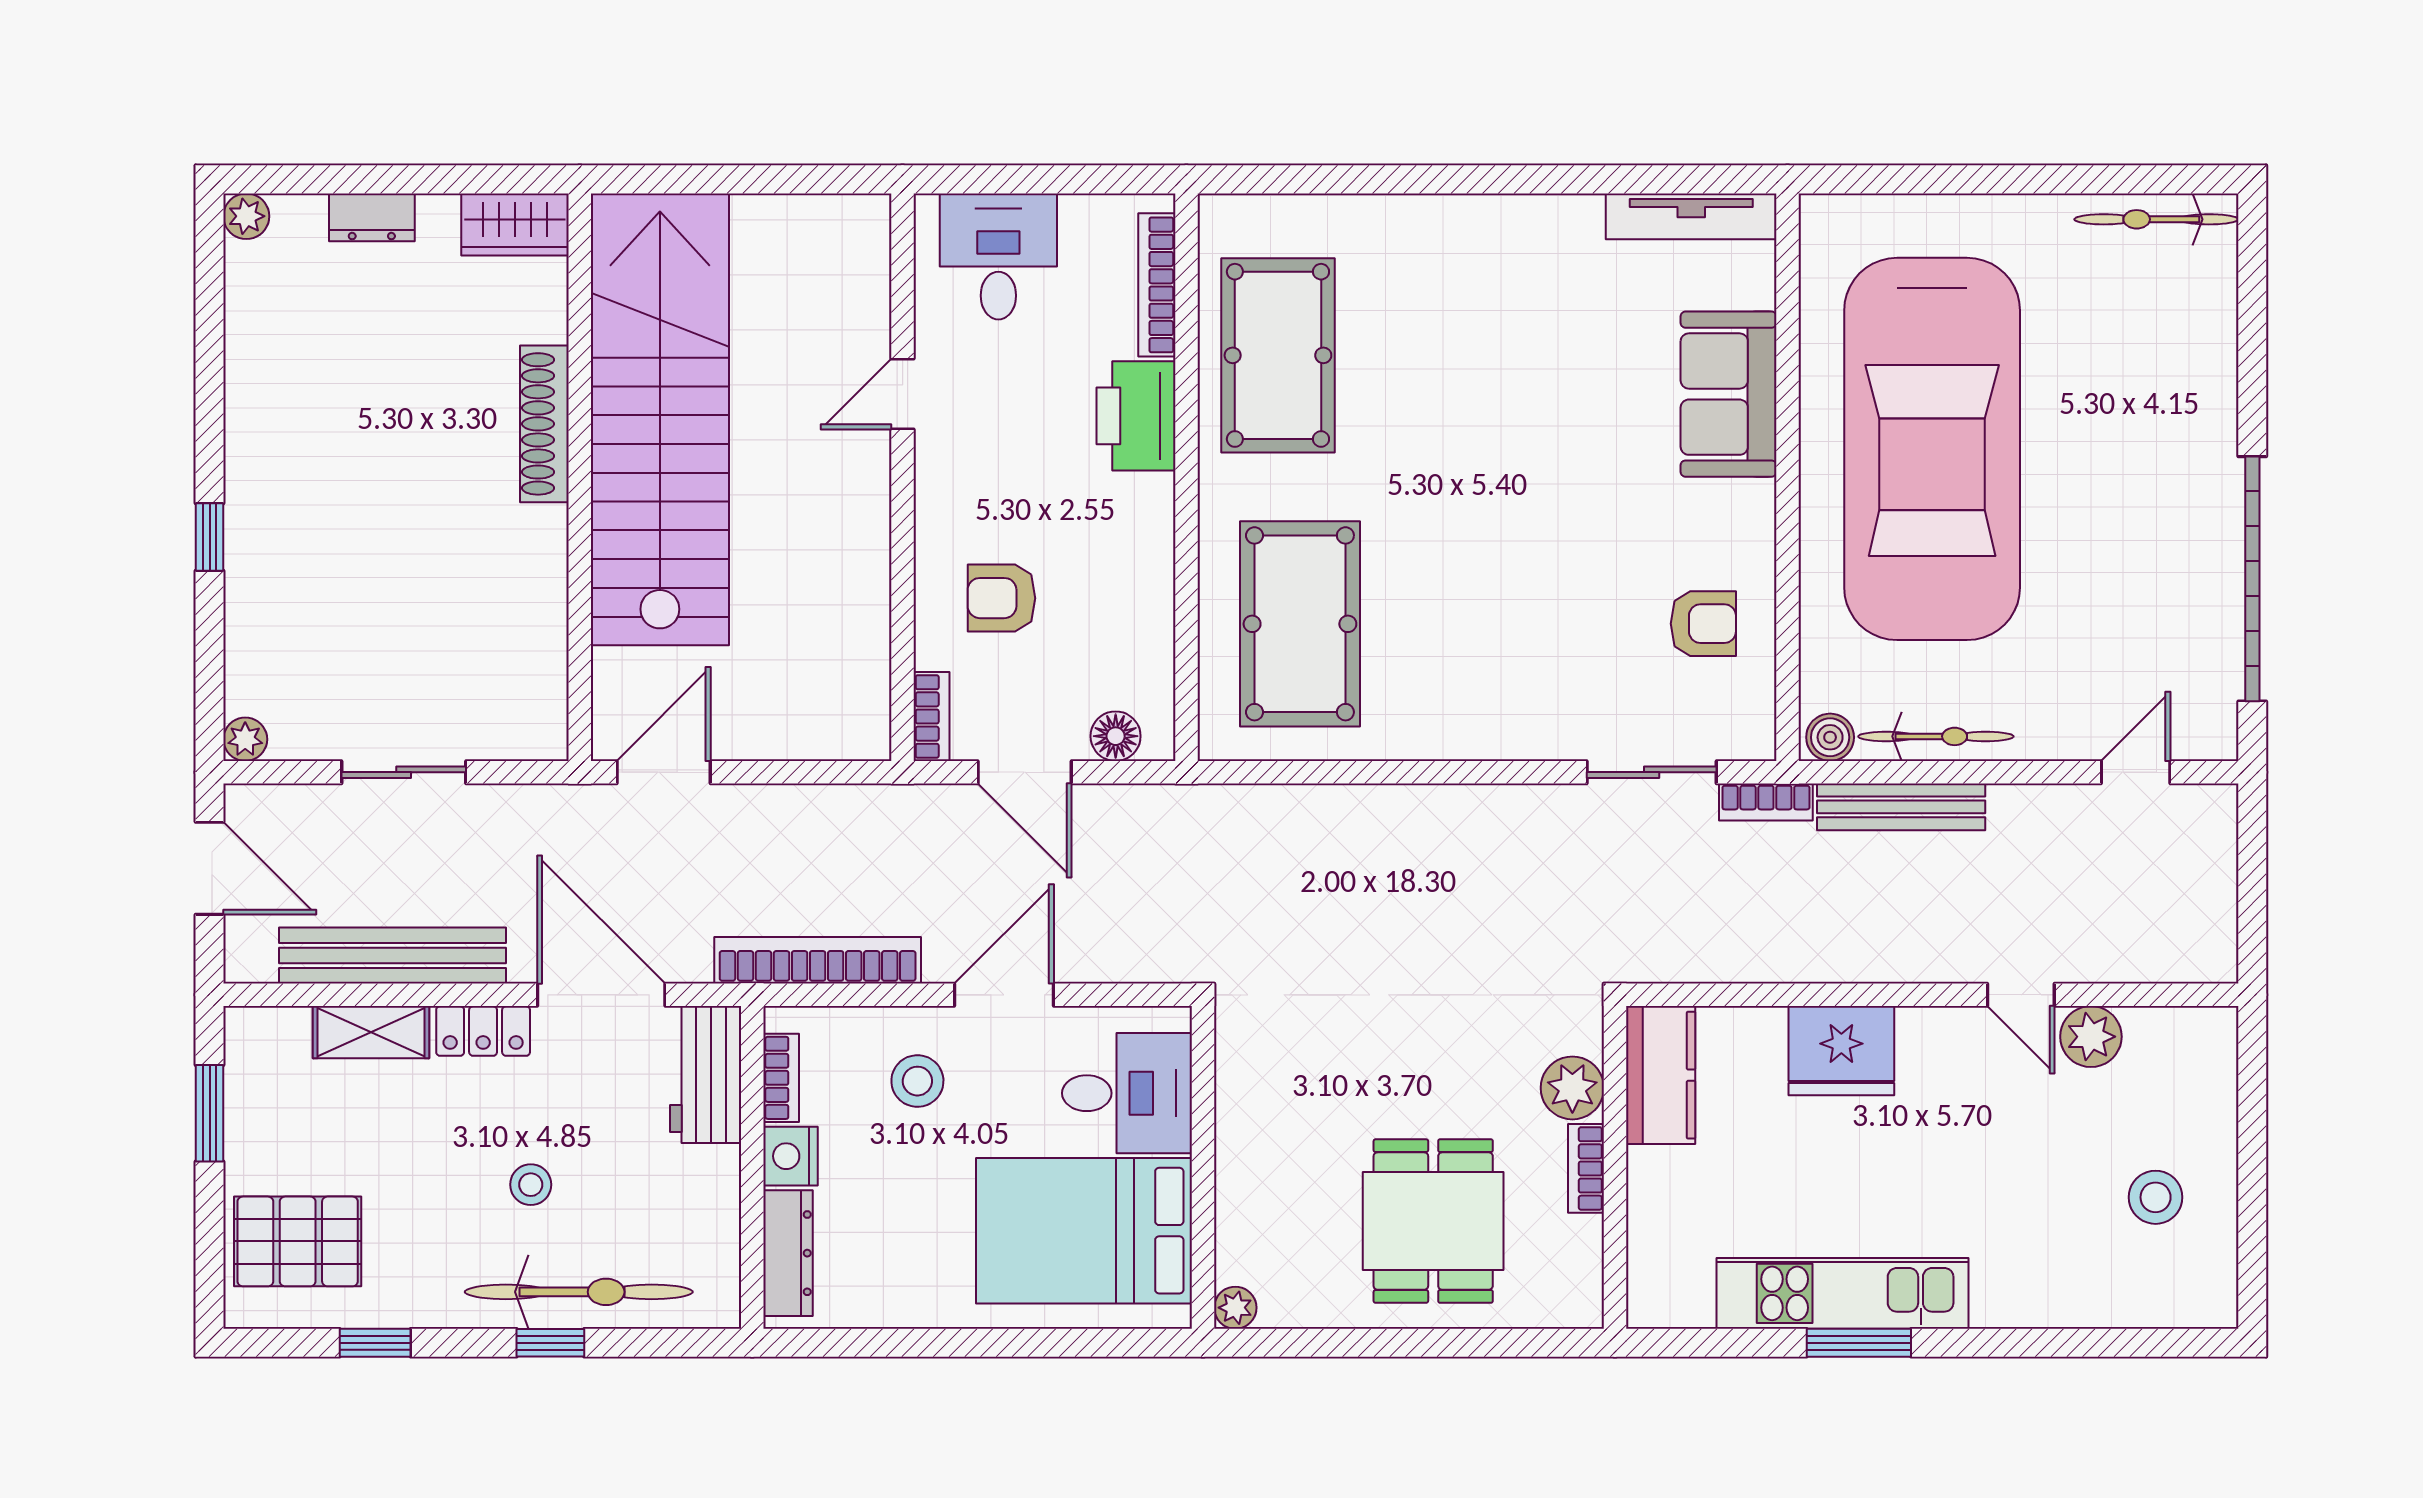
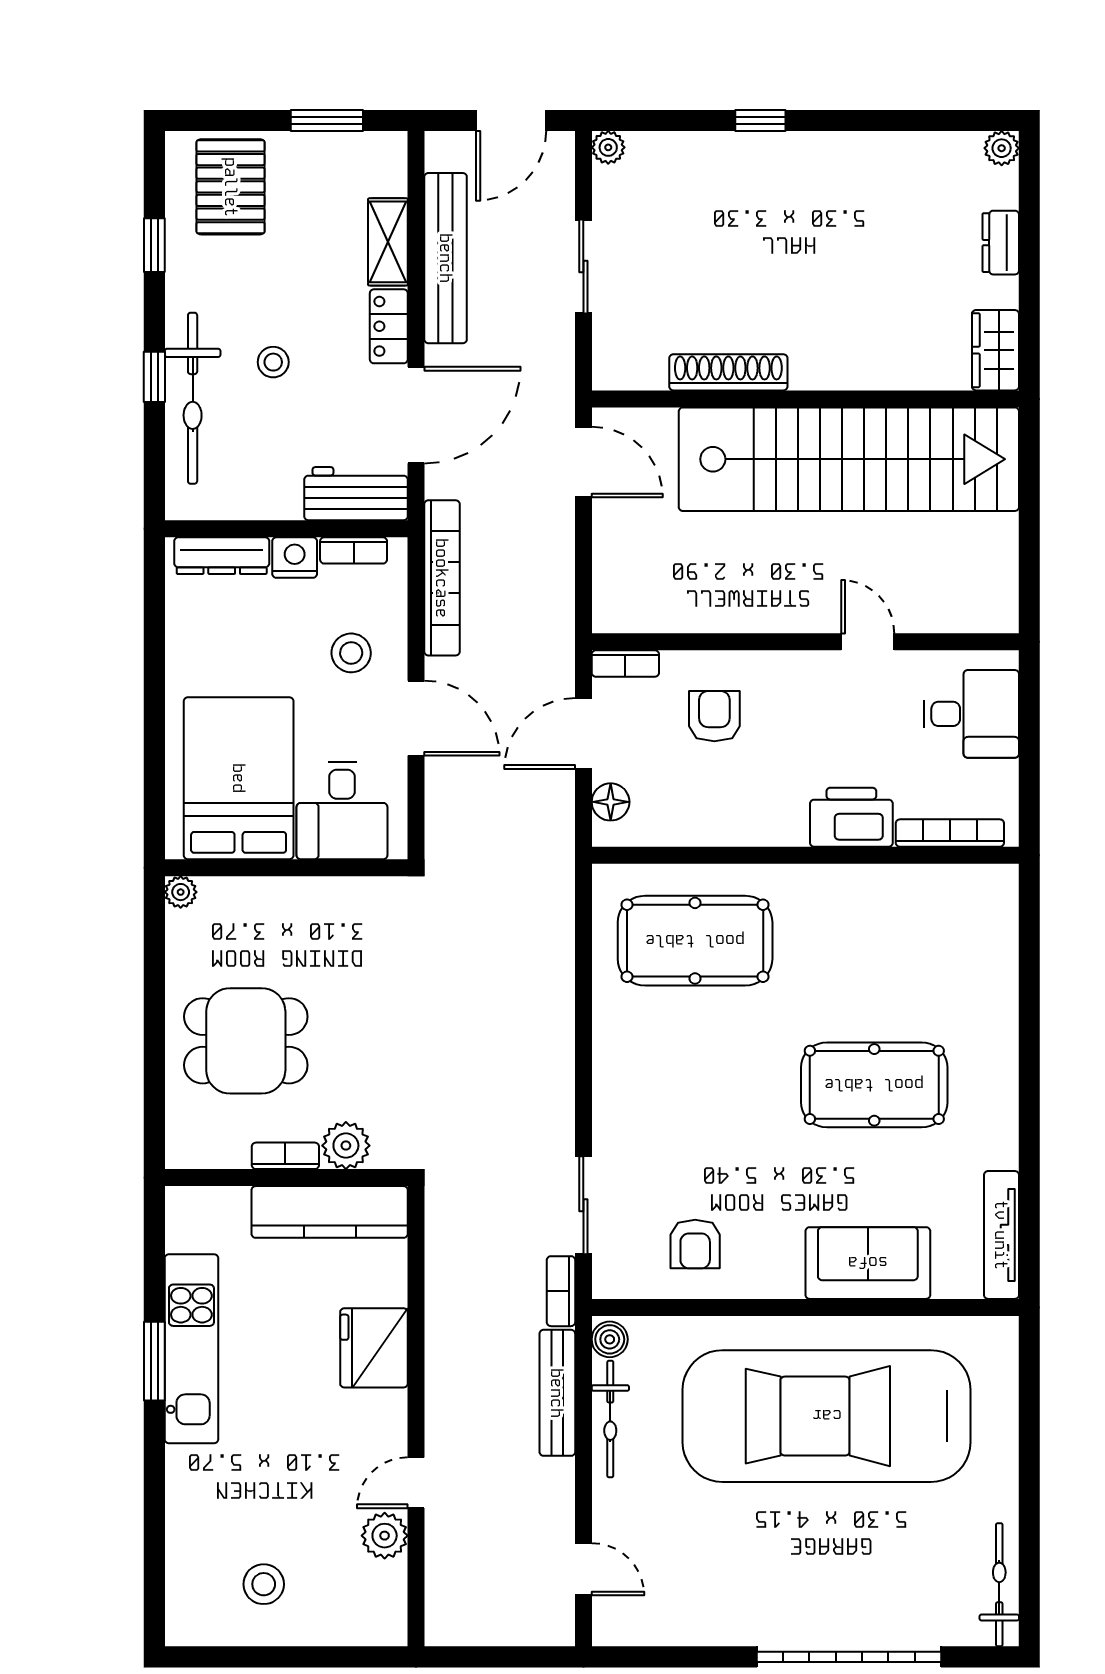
pool table: (1278, 355) -> (874, 1085), moved
shoe rack: (544, 424) -> (728, 372), moved
garage door: (2252, 579) -> (849, 1657), moved
kitchen counter: (1661, 1075) -> (330, 1212), width x1.50

